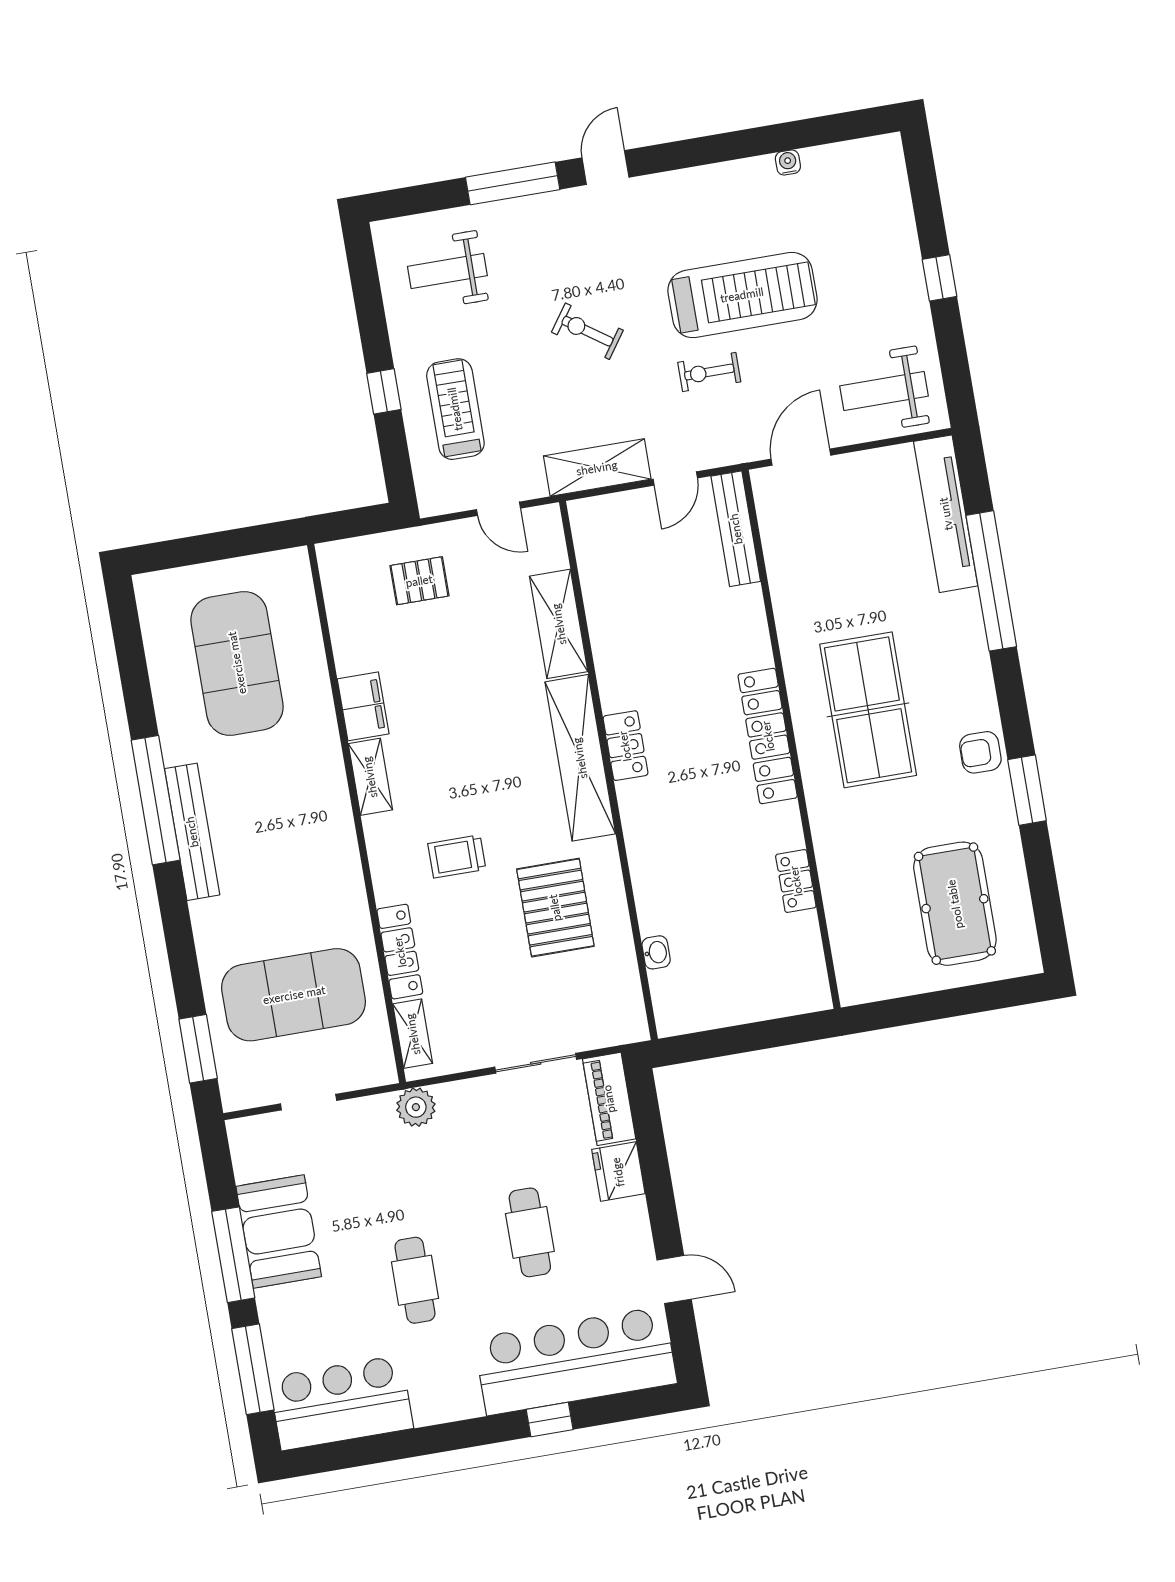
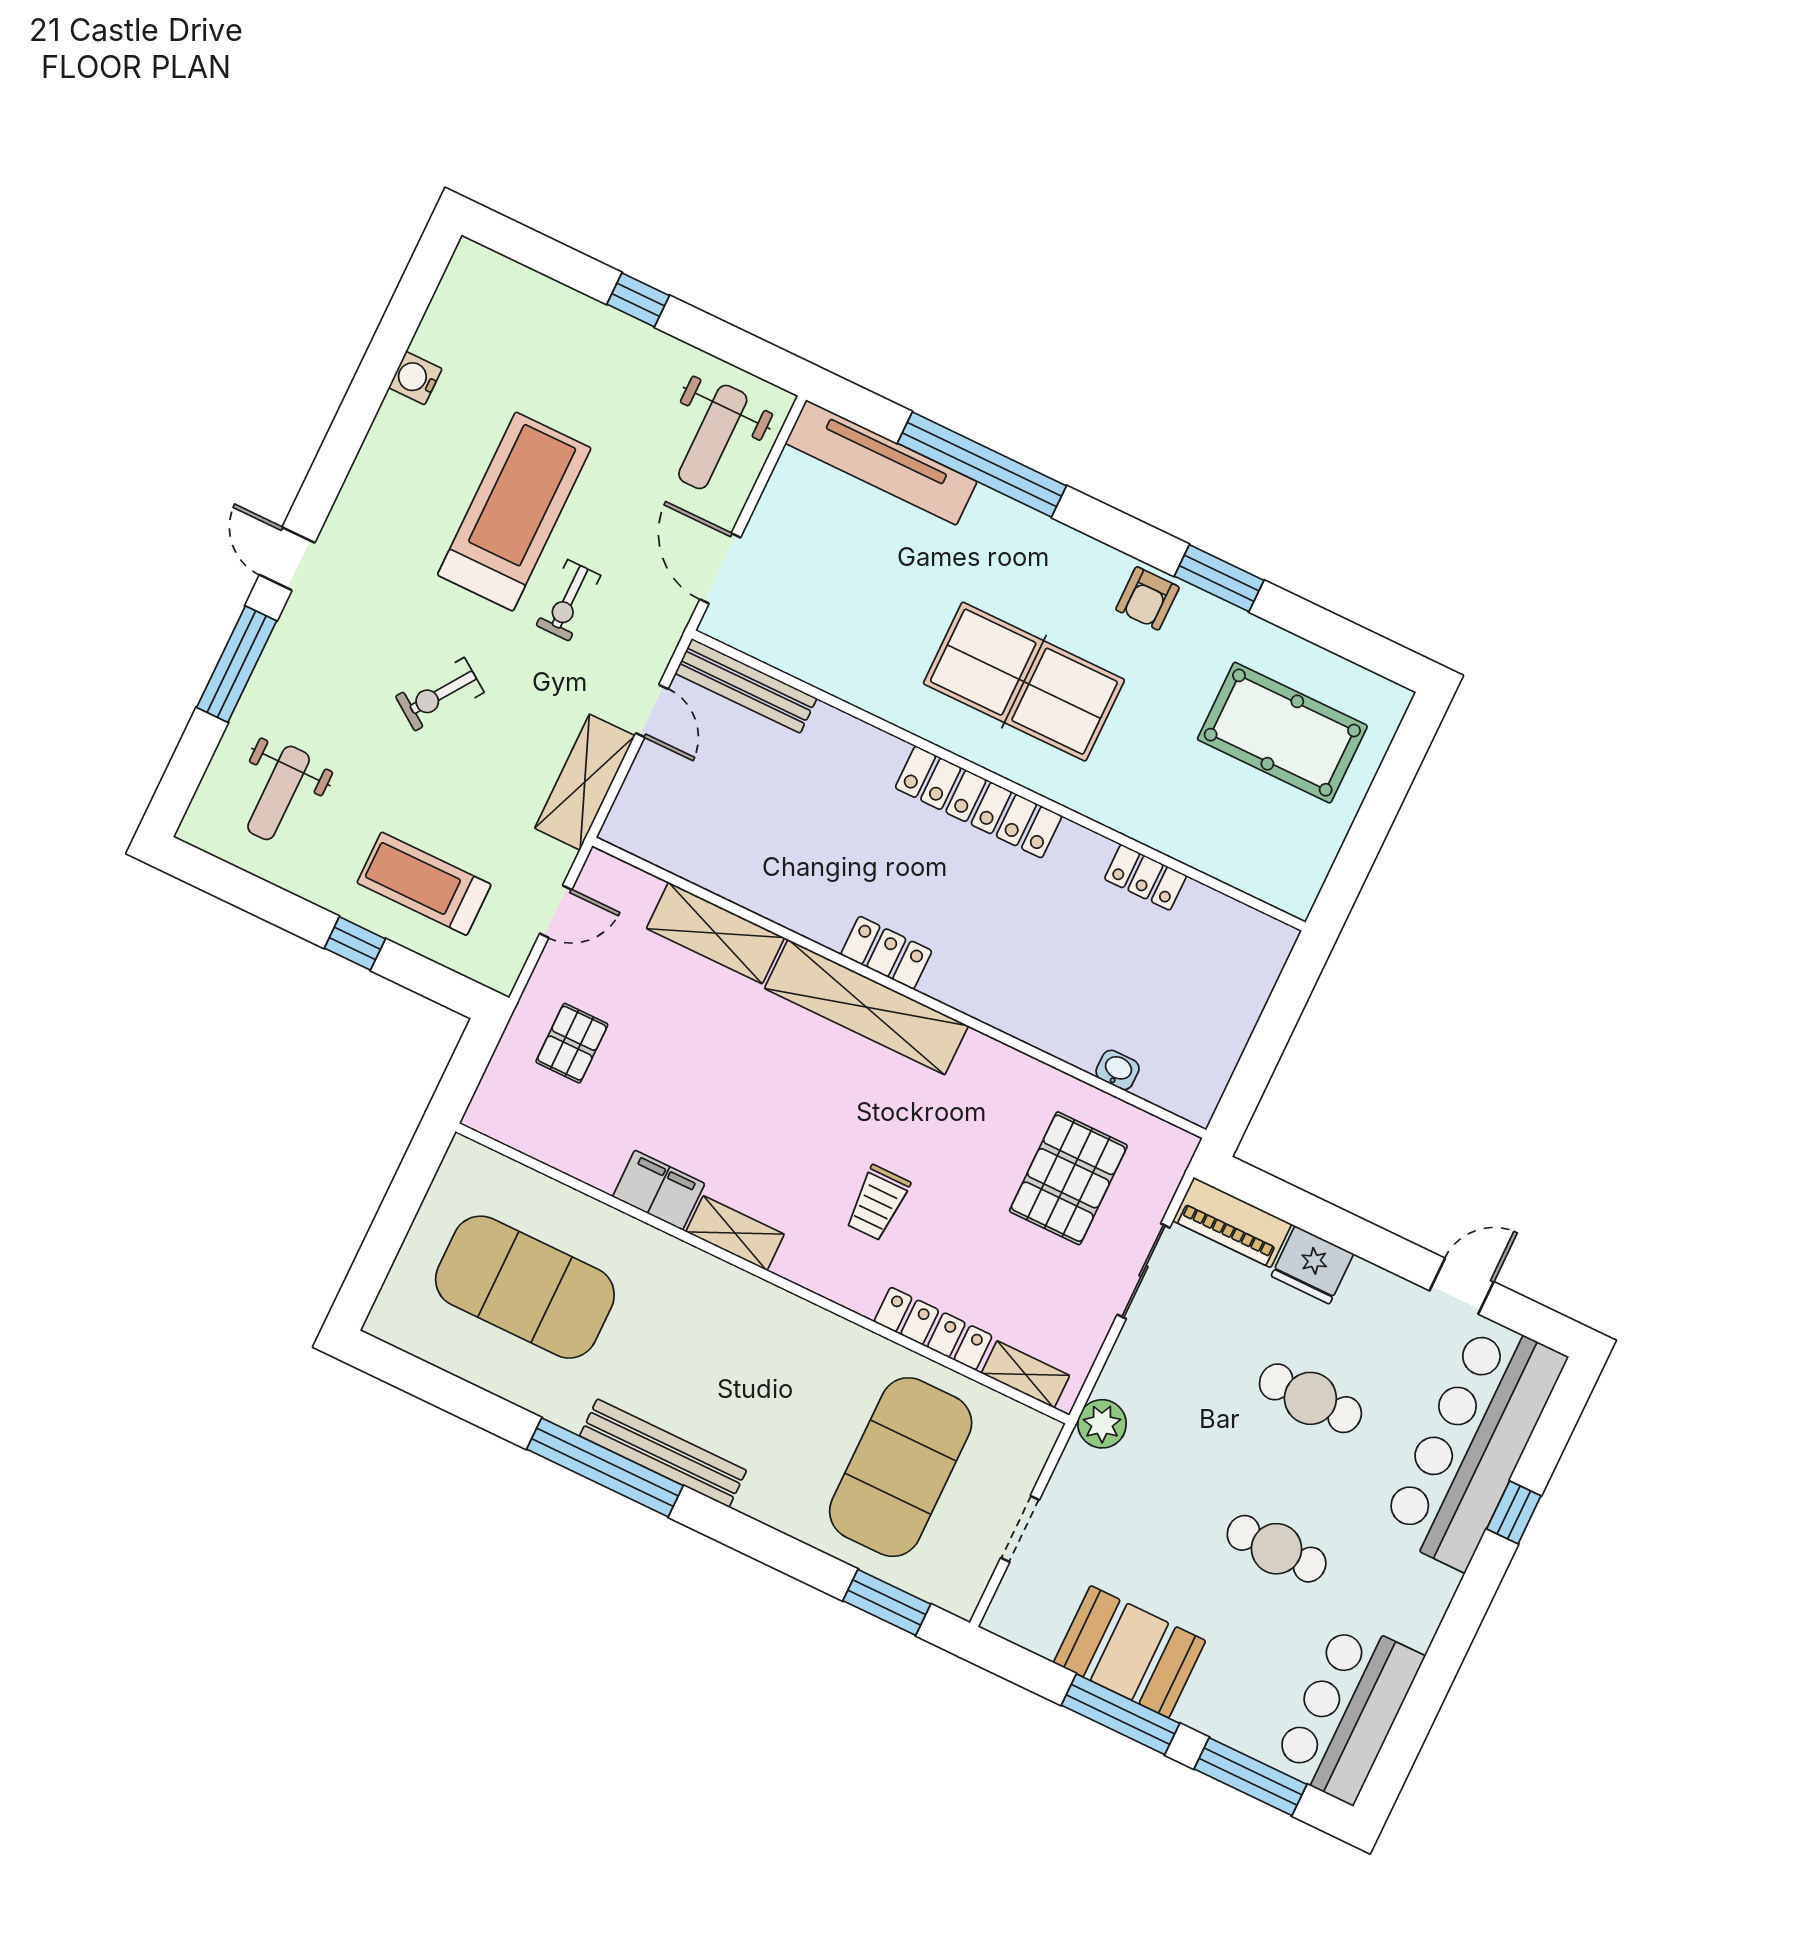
water cooler: (788, 163) -> (415, 378), width x1.38, depth x1.38
pallet: (555, 908) -> (1068, 1178), moved, turned 90

